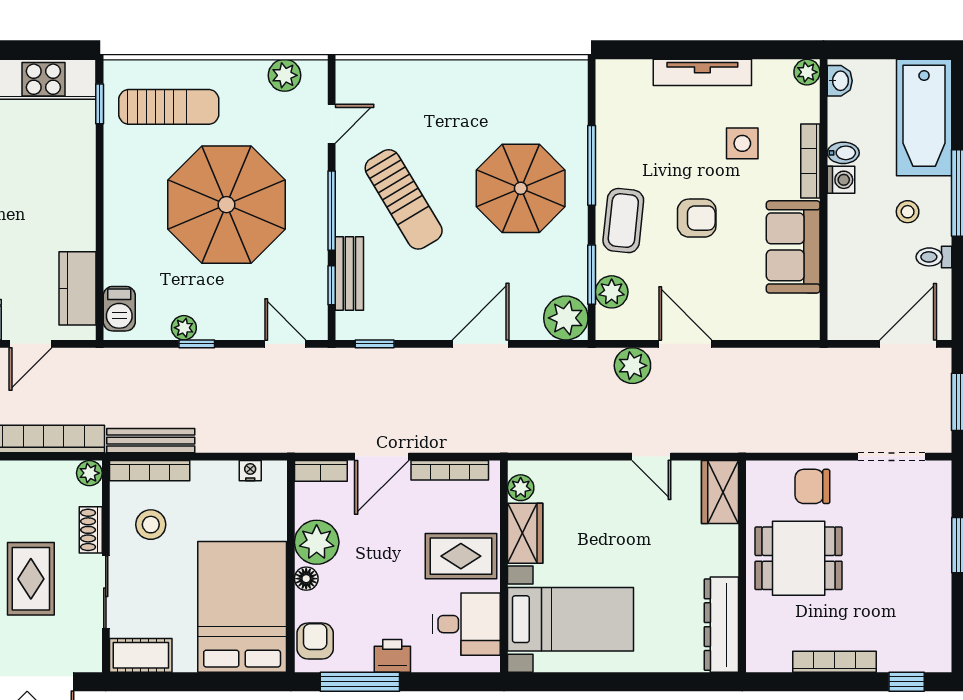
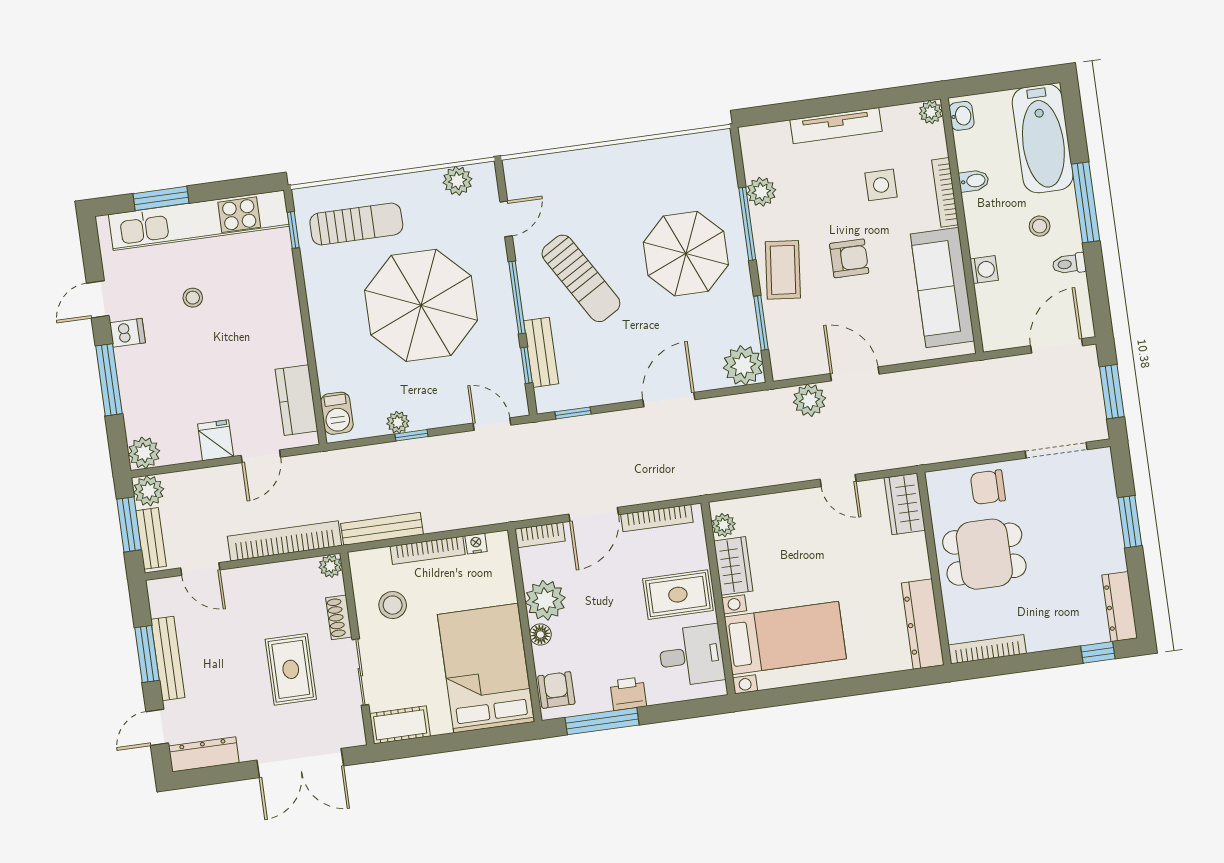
washing machine: (841, 180) -> (984, 270), moved
sofa: (793, 247) -> (942, 287), width x1.36
plant: (612, 292) -> (761, 192), moved
bookcase: (150, 471) -> (428, 550), moved
dresser: (937, 635) -> (1120, 607), added
bookcase: (835, 662) -> (987, 649), moved

